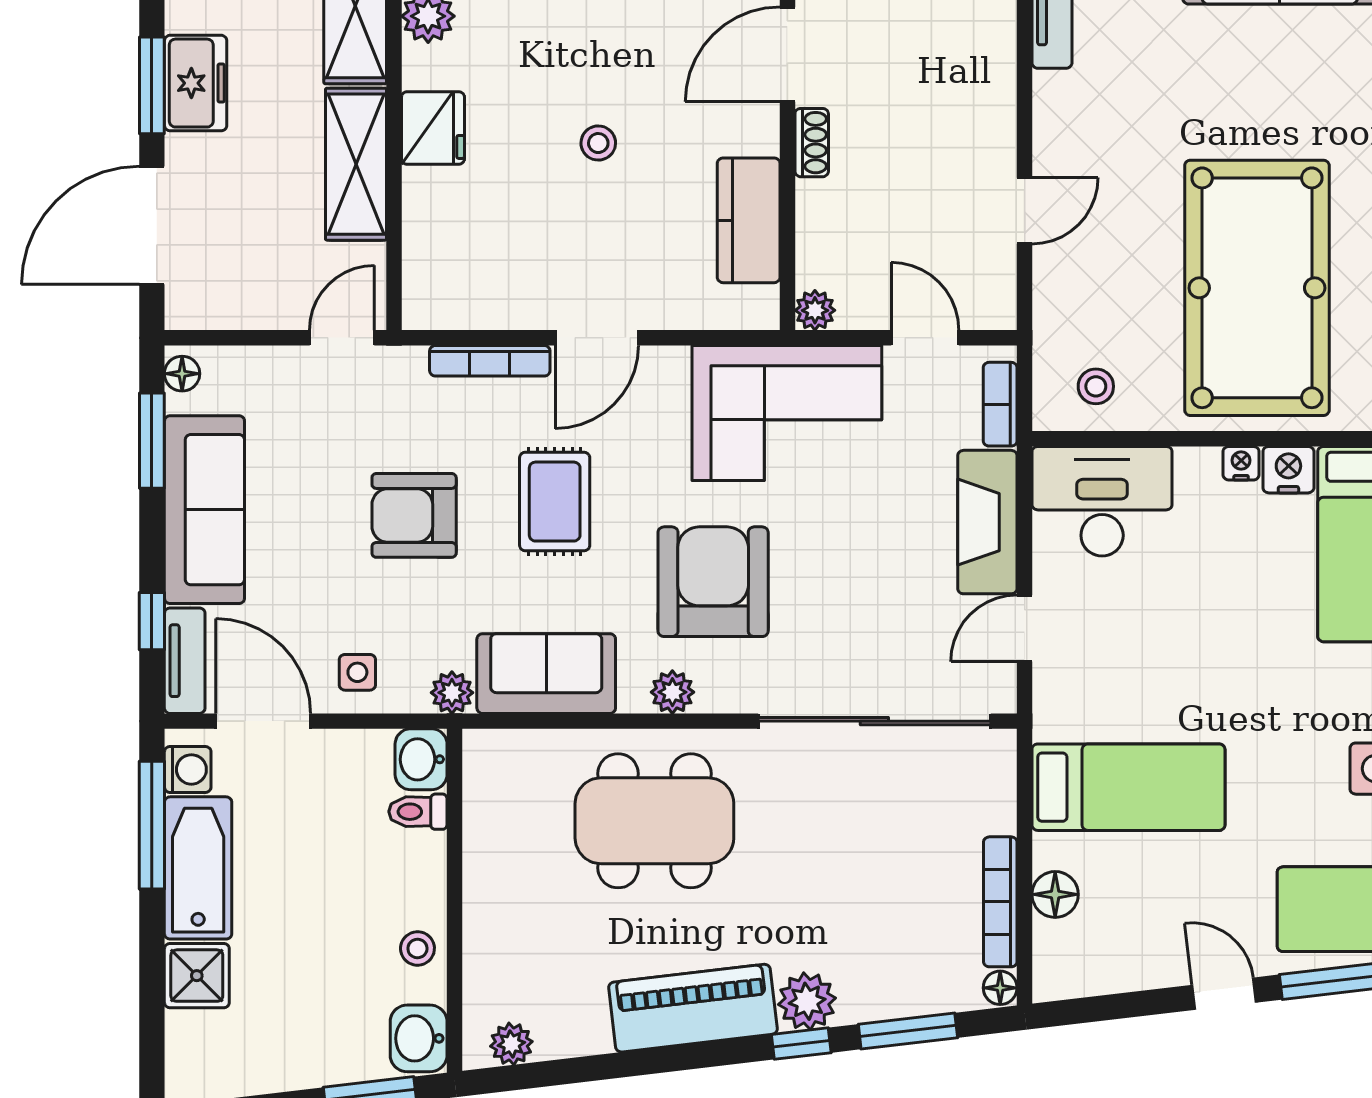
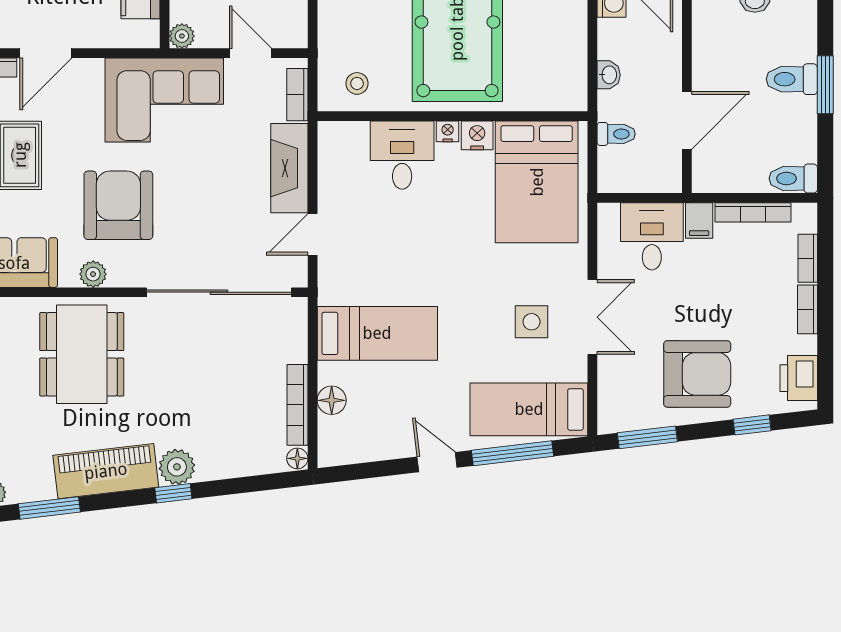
desk: (1102, 501) -> (402, 155), moved, width x0.73
dining table: (654, 821) -> (82, 354), turned 90
window: (908, 1031) -> (49, 508), moved

